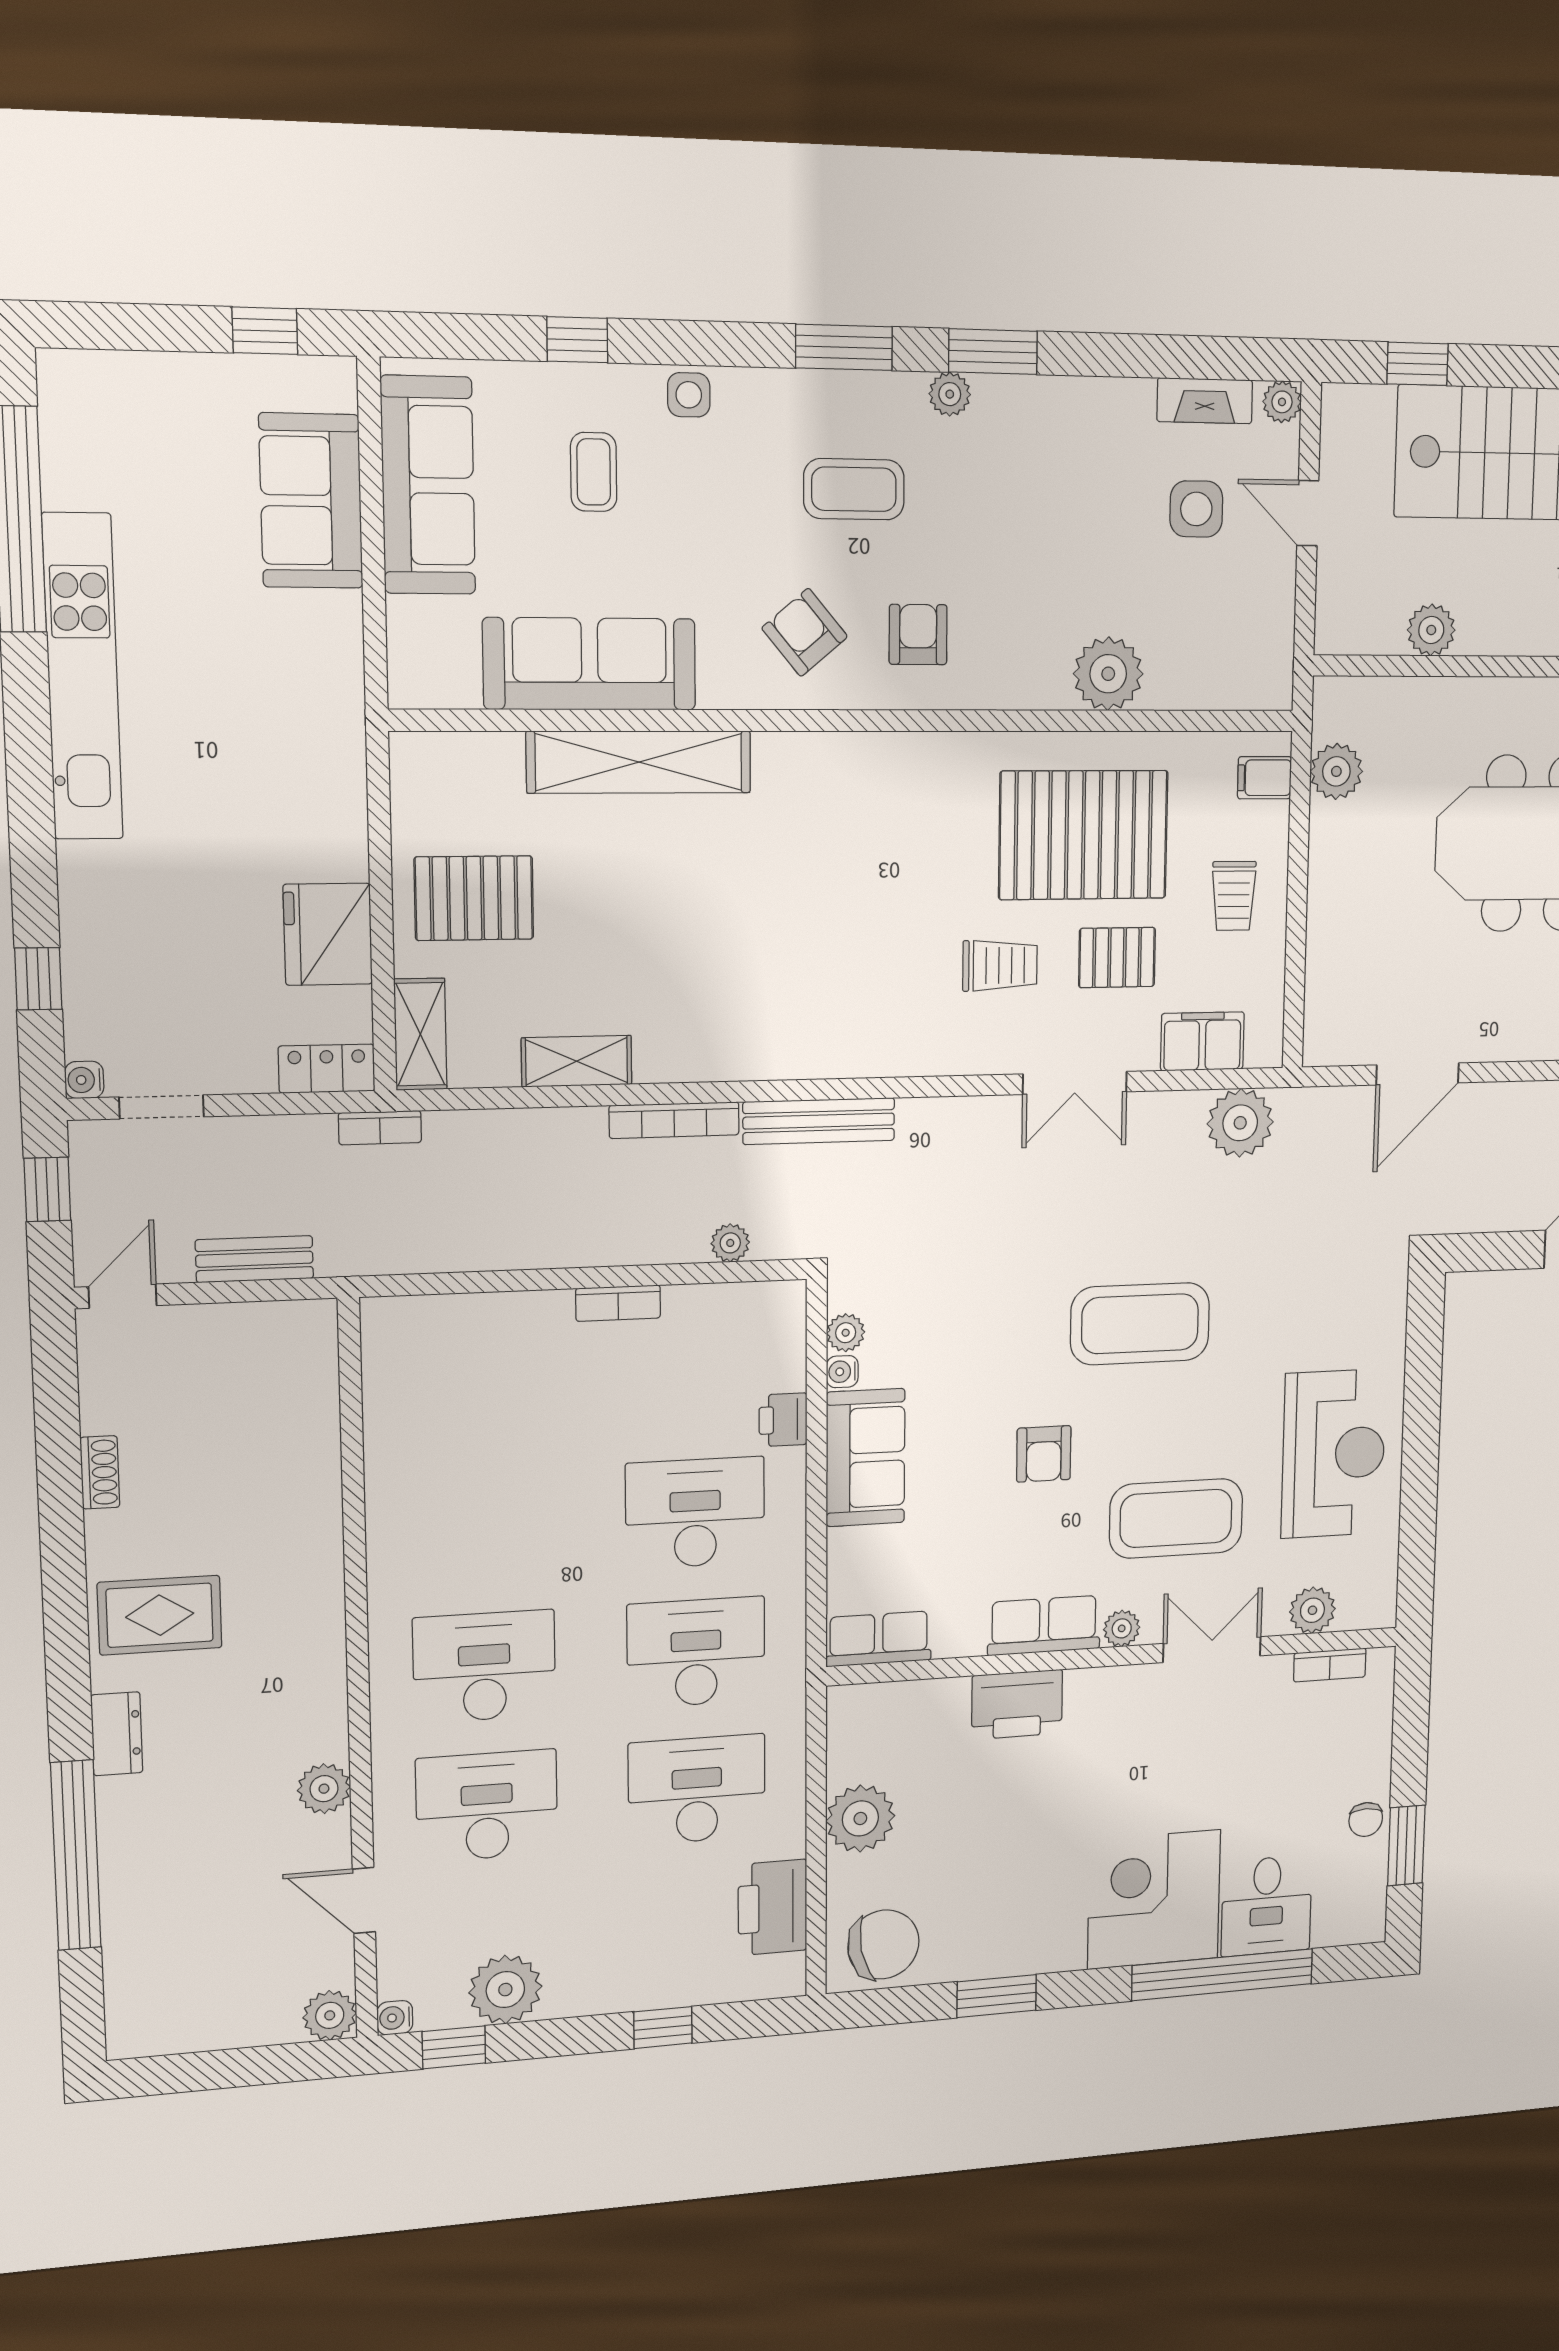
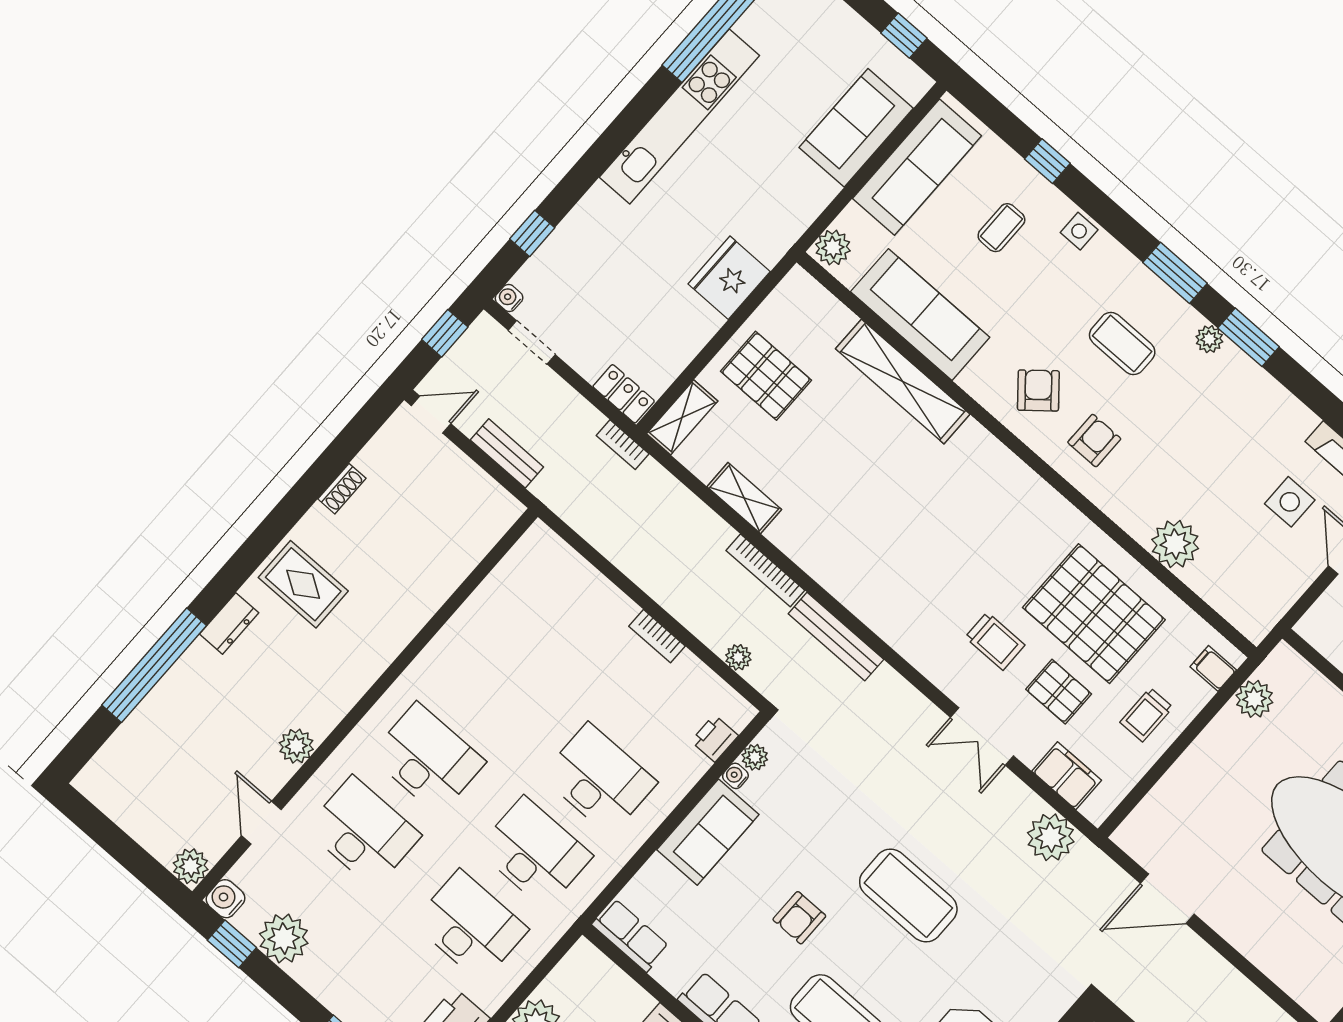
plant: (415, 674) -> (833, 248), added
fridge: (328, 934) -> (729, 278), moved
printer: (783, 1420) -> (714, 738), moved
water cooler: (395, 2018) -> (225, 899), width x1.38, depth x1.38

